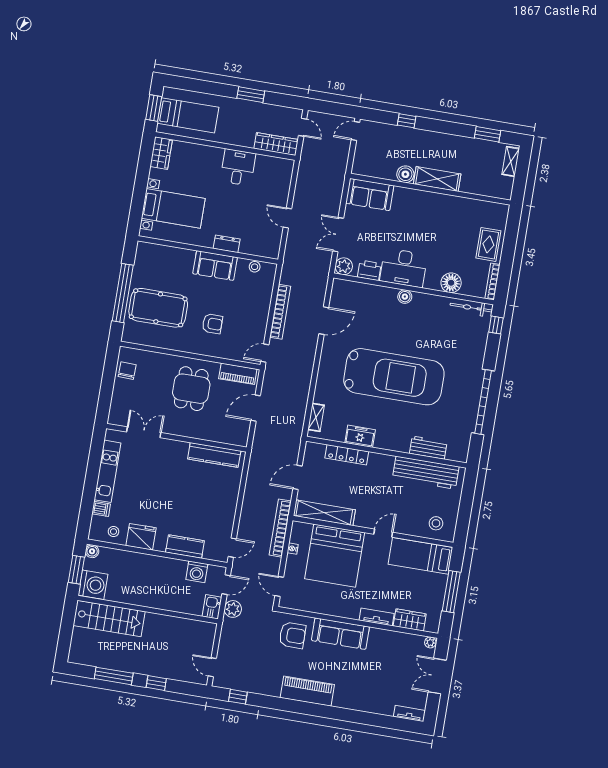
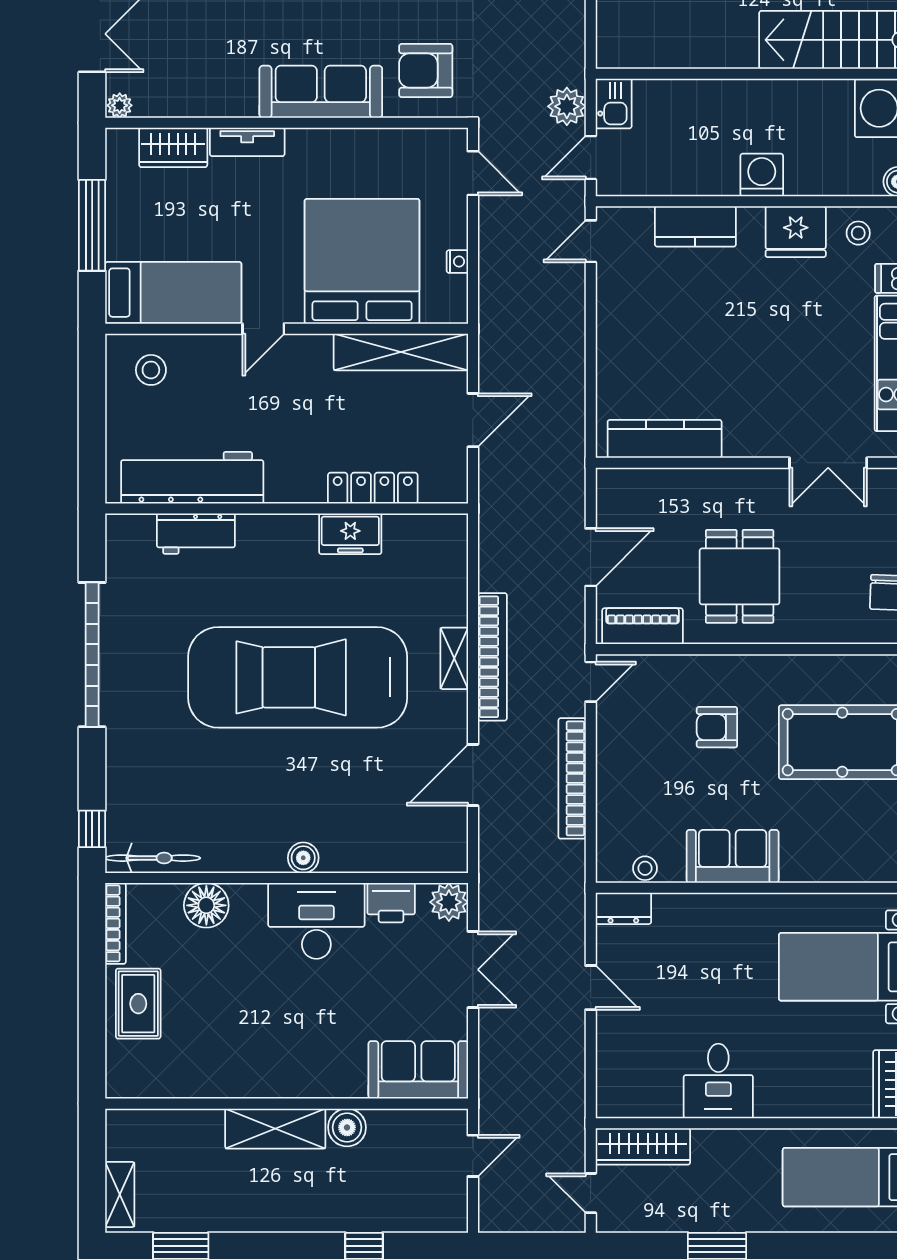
door: (355, 131) -> (473, 1156), moved
dresser: (227, 244) -> (623, 908), moved
shelving: (316, 417) -> (454, 658), moved
bookcase: (280, 528) -> (492, 657), moved
washing machine: (197, 572) -> (762, 175), moved

